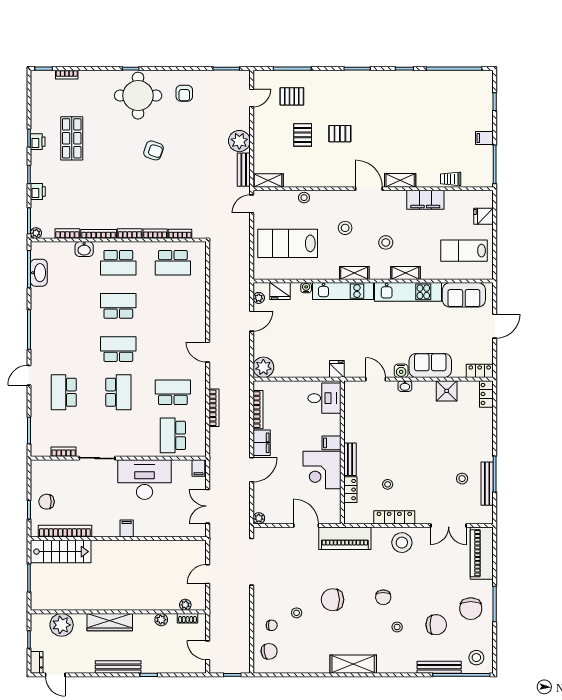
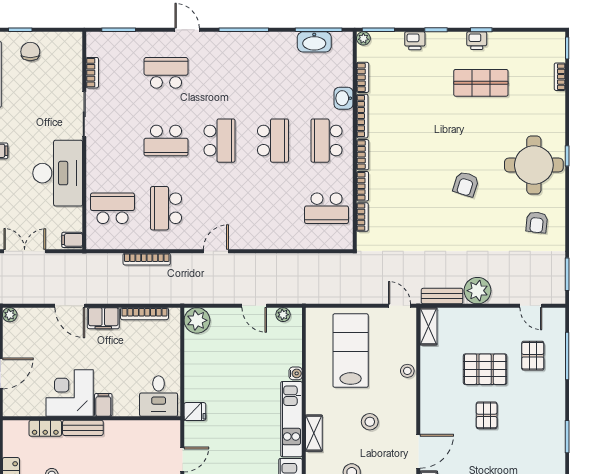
armchair: (184, 93) -> (537, 222), turned -84
pallet: (303, 135) -> (485, 369), width x1.50, depth x1.42
school desk: (173, 263) -> (327, 208), turned -90
fridge: (280, 291) -> (291, 341), removed
school desk: (173, 392) -> (166, 208), turned 180

